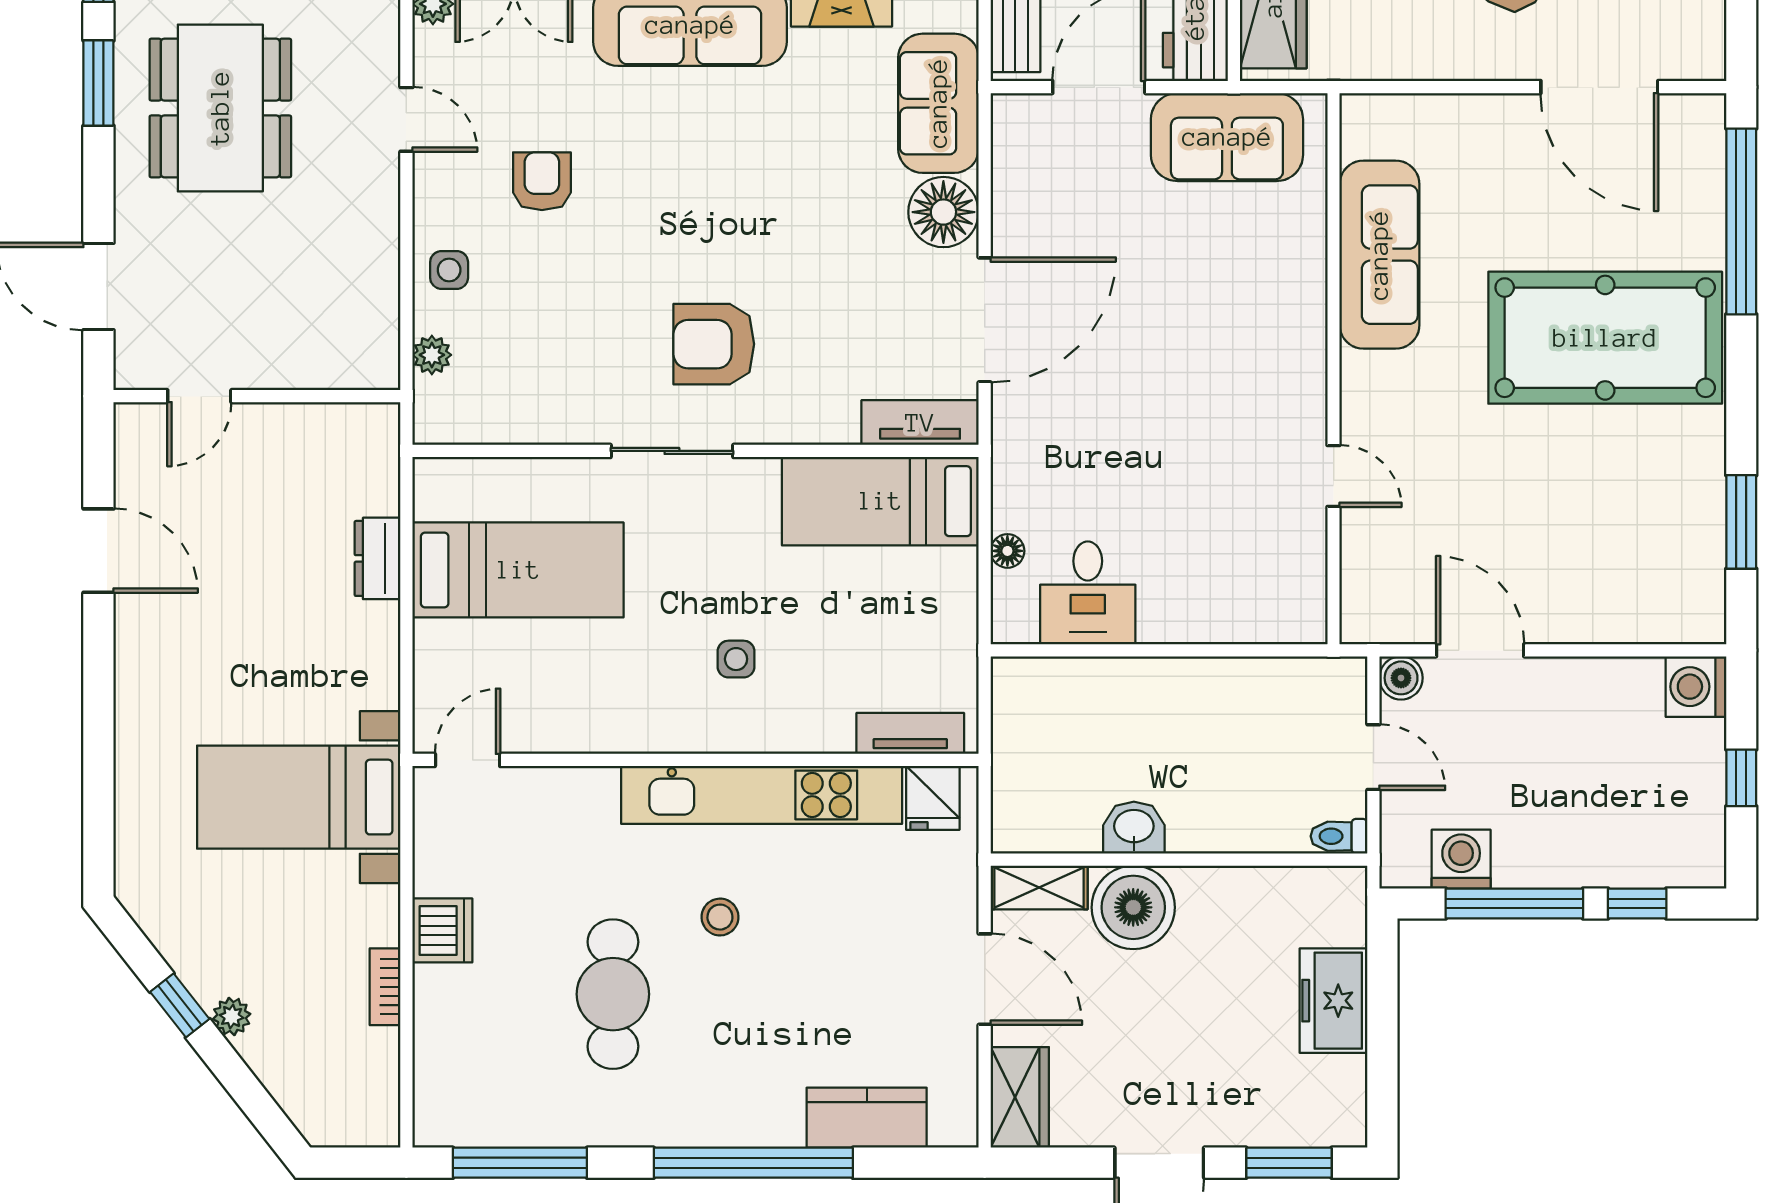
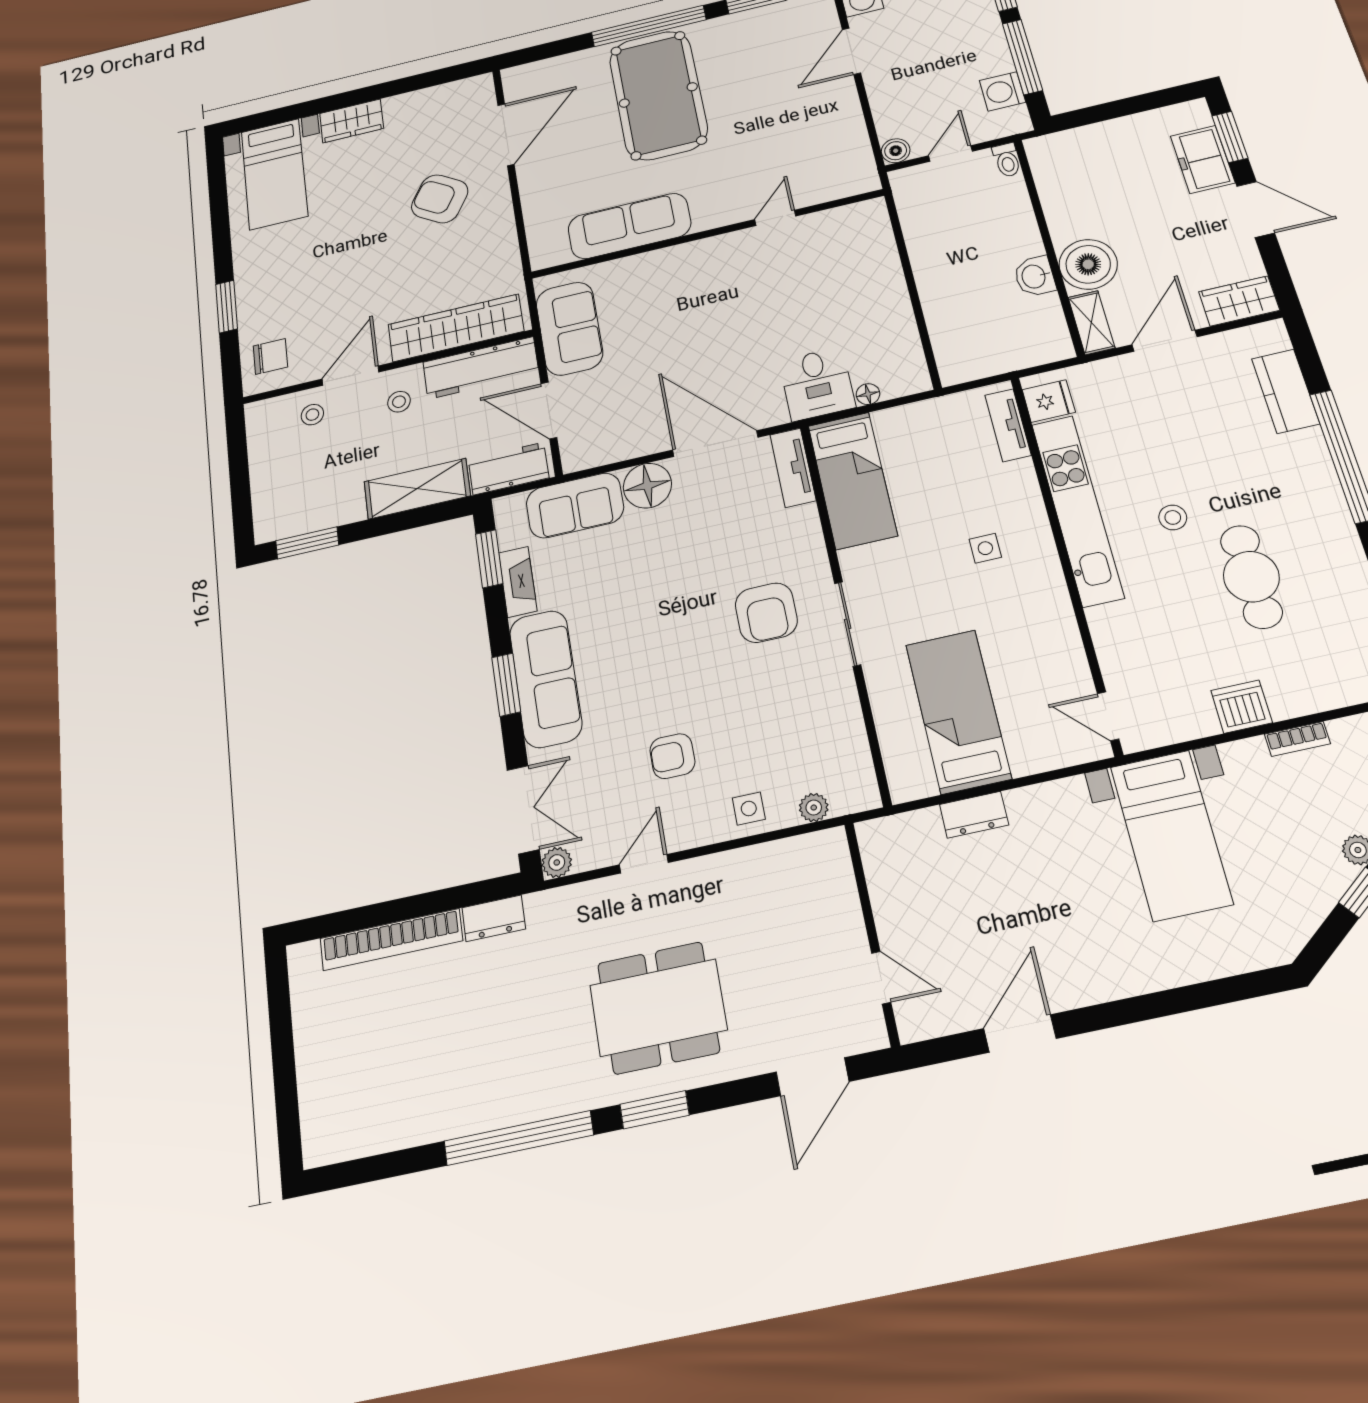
window: (1741, 221) -> (649, 26), moved
desk: (1088, 593) -> (817, 384), moved, turned 90
door: (1480, 650) -> (851, 51), moved
cafe table: (613, 994) -> (1251, 577), turned 90
freezer: (1333, 1001) -> (1203, 159), moved, turned 90

